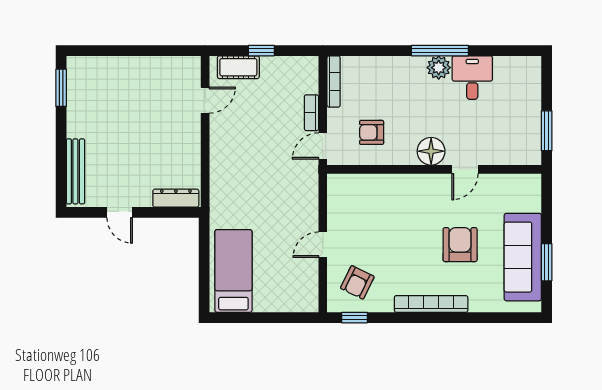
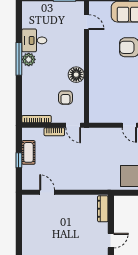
cot: (238, 67) -> (28, 152), moved
floor lamp: (431, 151) -> (76, 75), moved
door: (465, 169) -> (86, 22), moved

